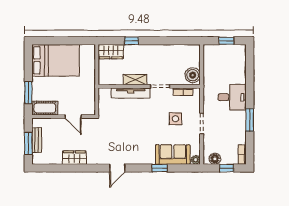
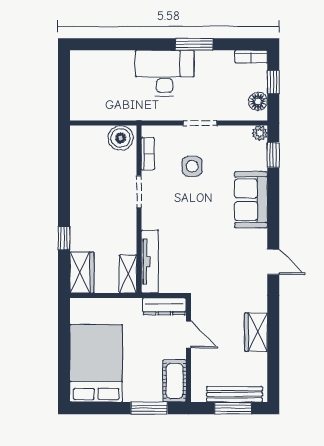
window: (226, 41) -> (64, 82), removed
shelving: (135, 80) -> (128, 274), moved
tv unit: (131, 93) -> (150, 262), moved
desk: (232, 97) -> (165, 73), width x1.37
dresser: (90, 102) -> (164, 306), added
door: (73, 116) -> (188, 335), hinge flipped
bench: (37, 140) -> (235, 394), width x1.36
sofa: (173, 155) -> (251, 200), moved
window: (160, 168) -> (273, 155), moved

